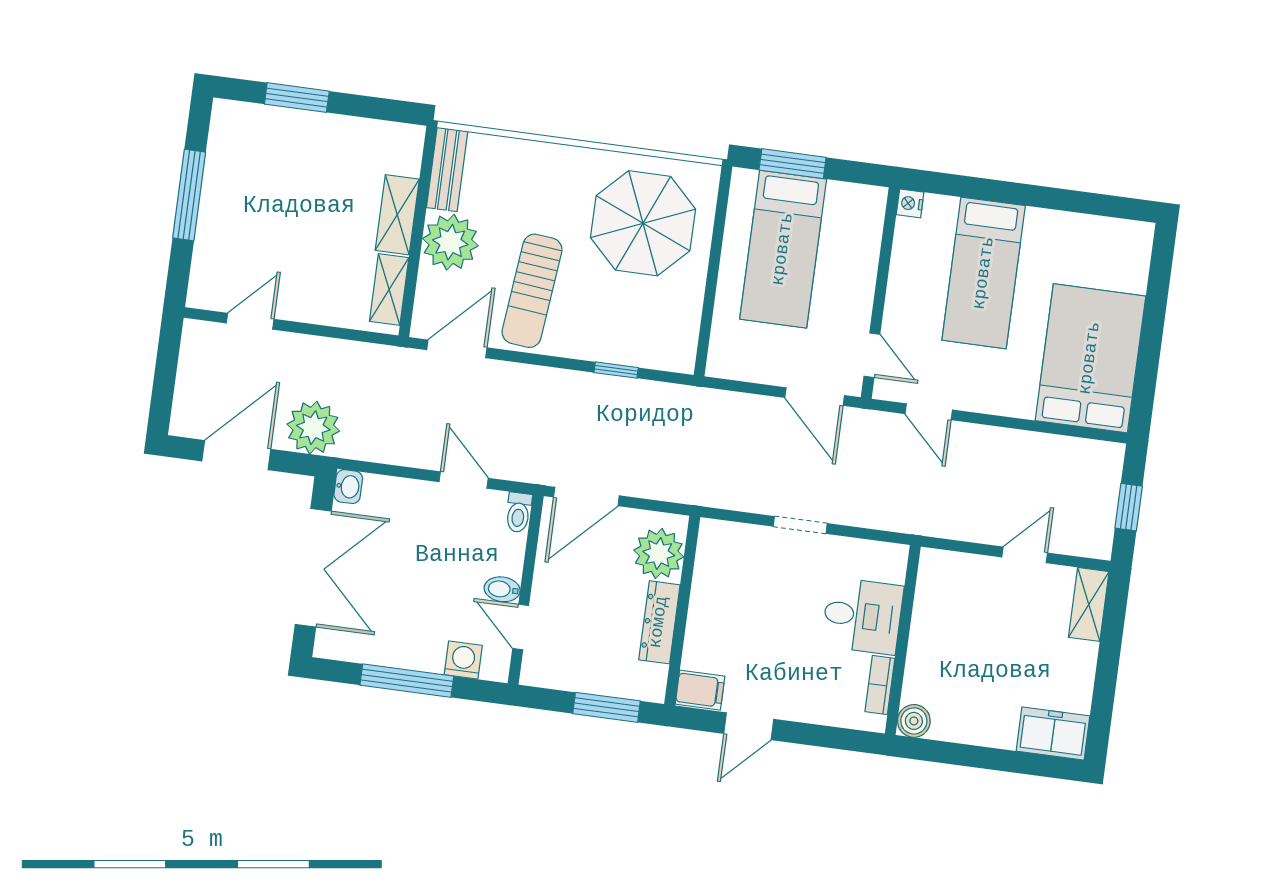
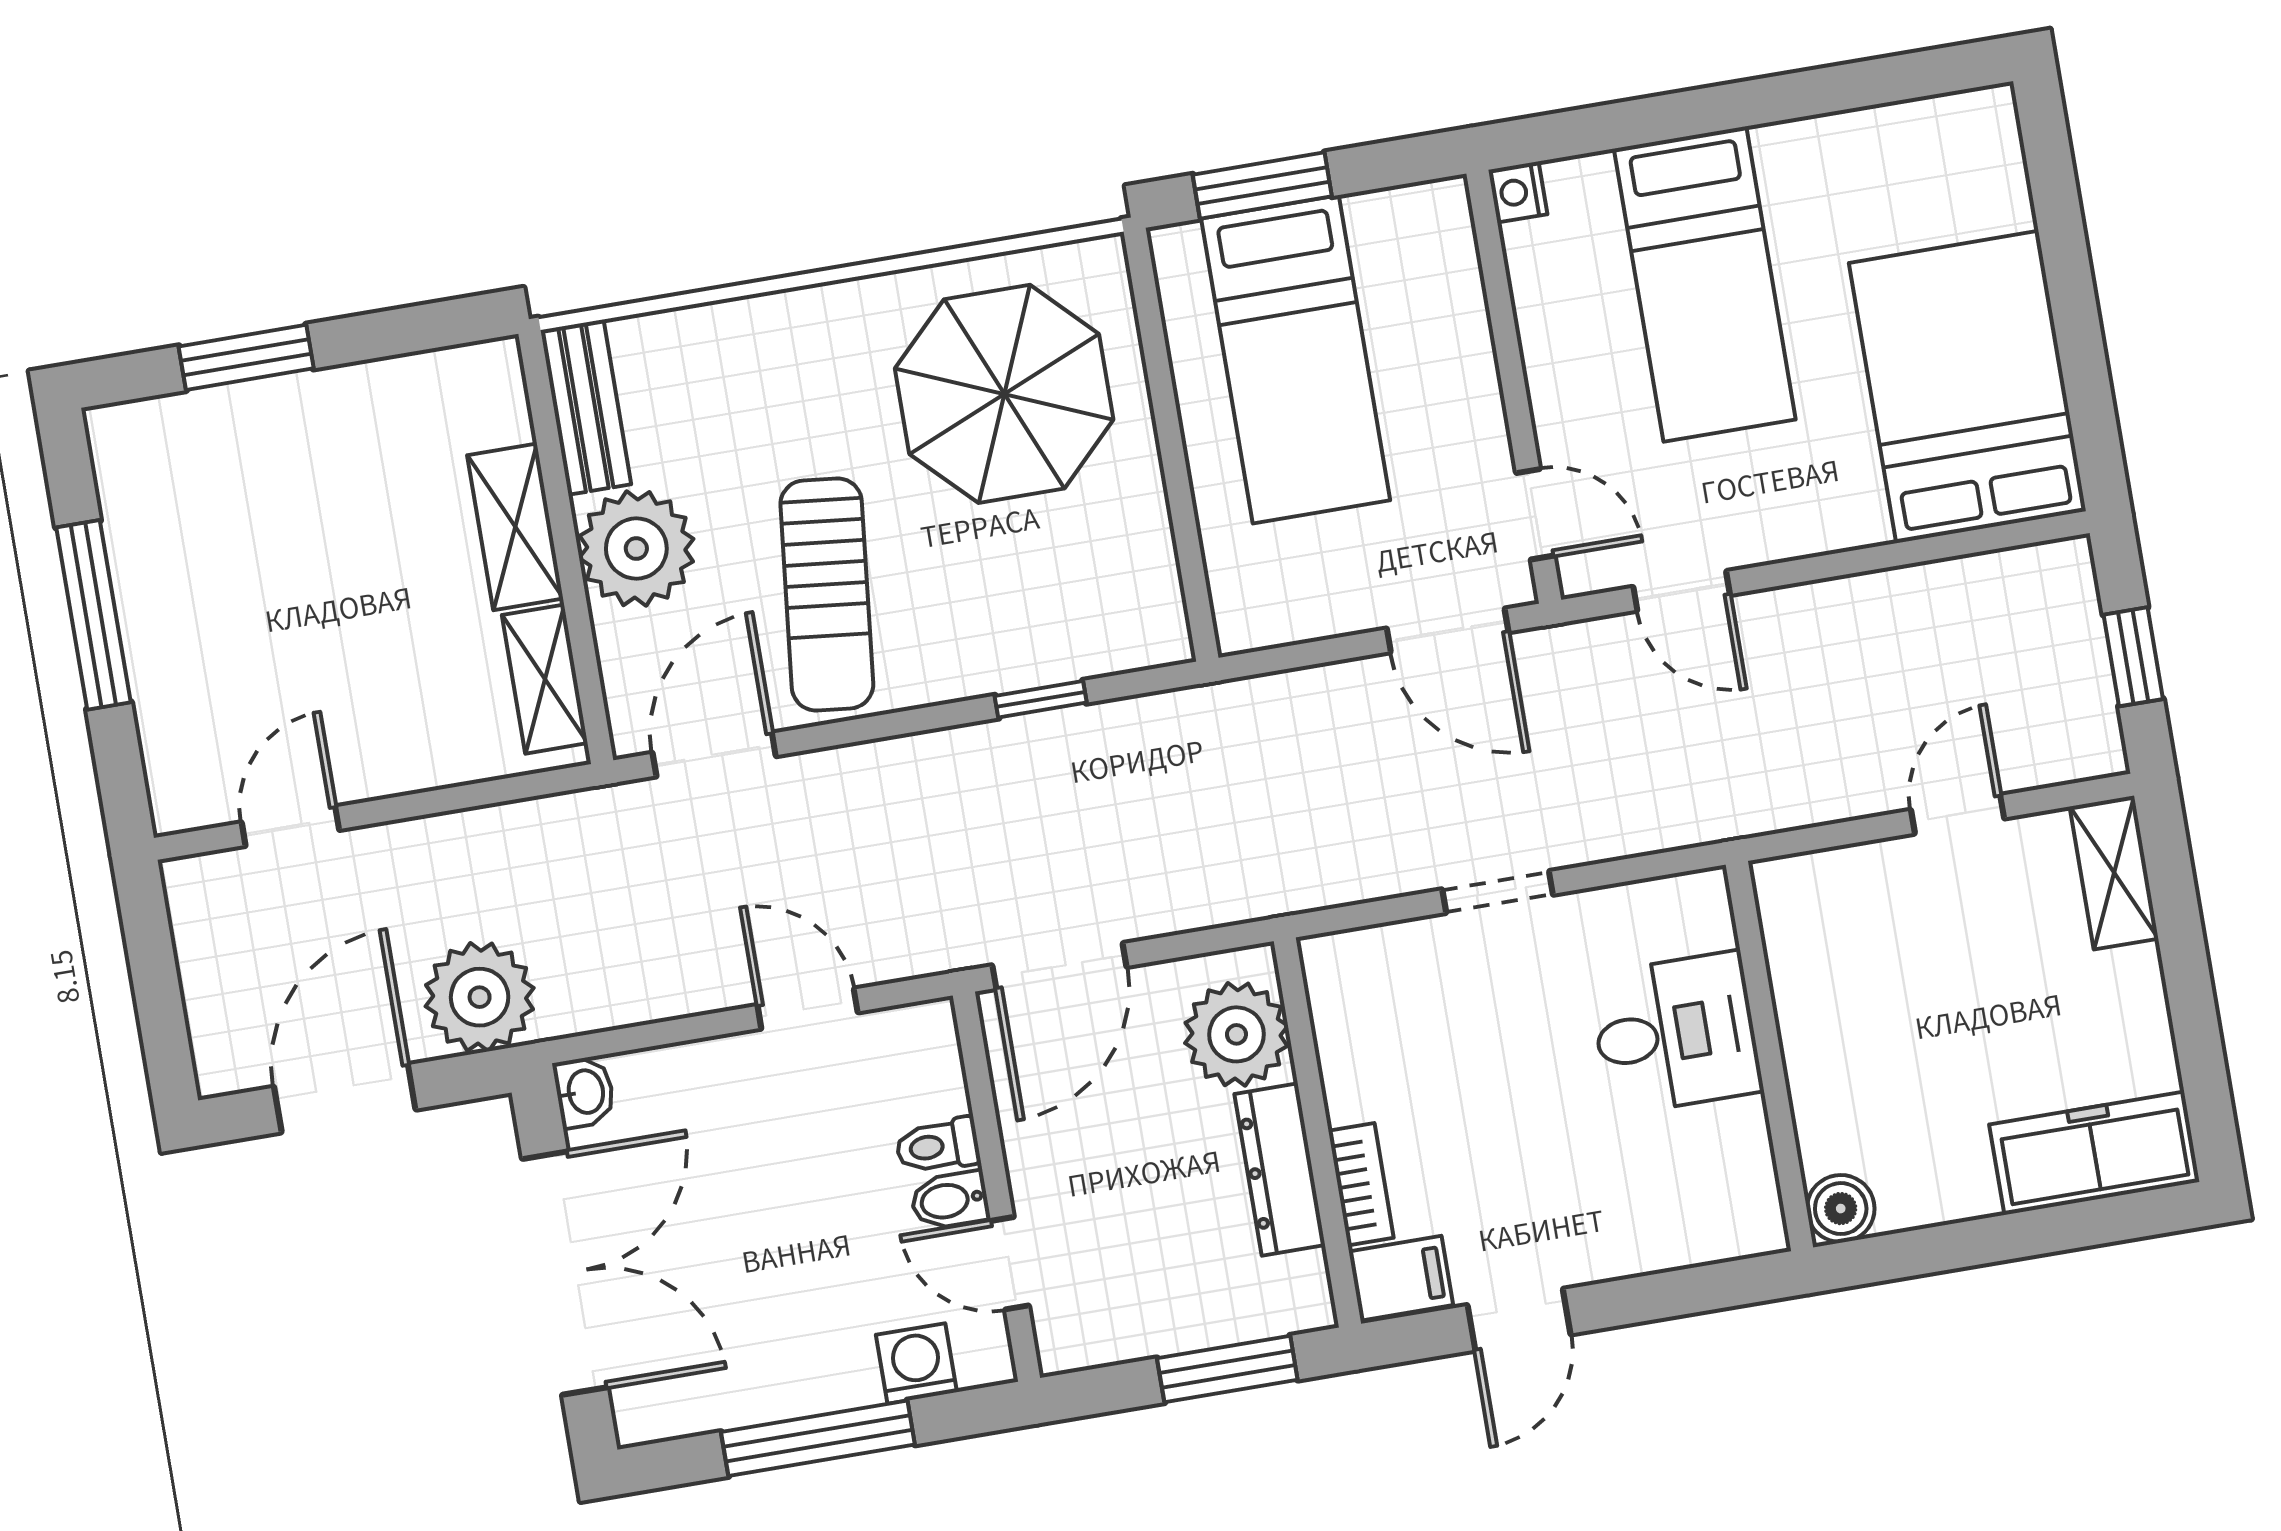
toilet: (519, 512) -> (938, 1146), moved, turned 90
bookcase: (880, 685) -> (1361, 1184), moved, turned 180
freezer: (1053, 734) -> (2094, 1153), width x1.40

